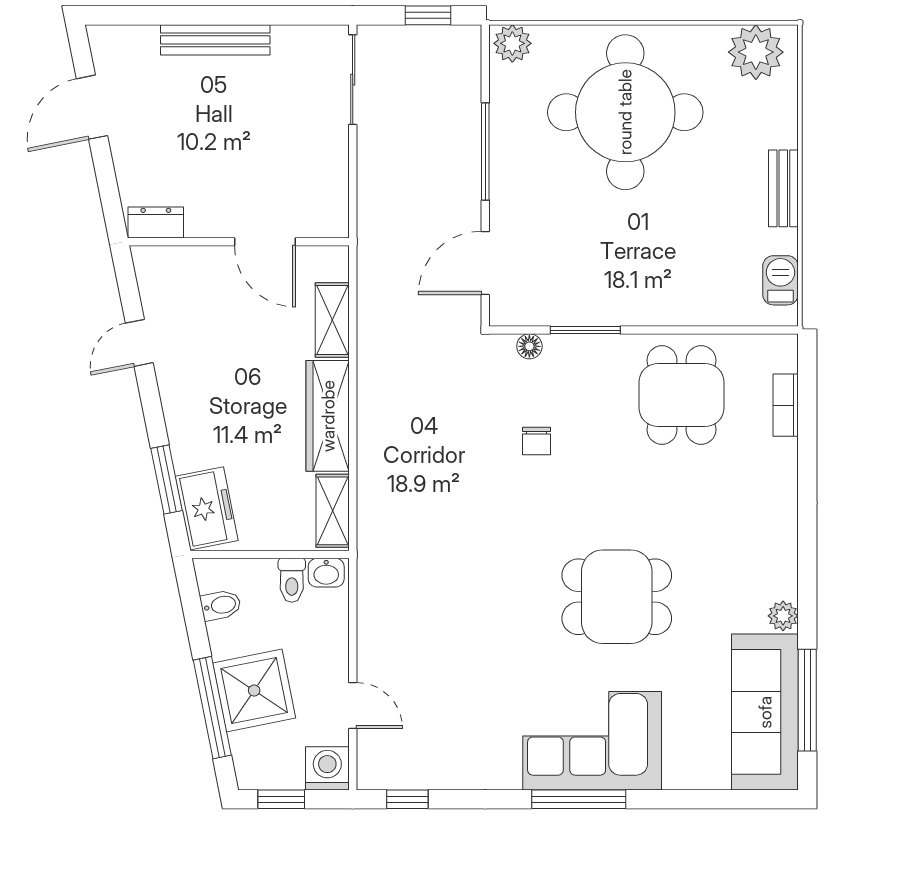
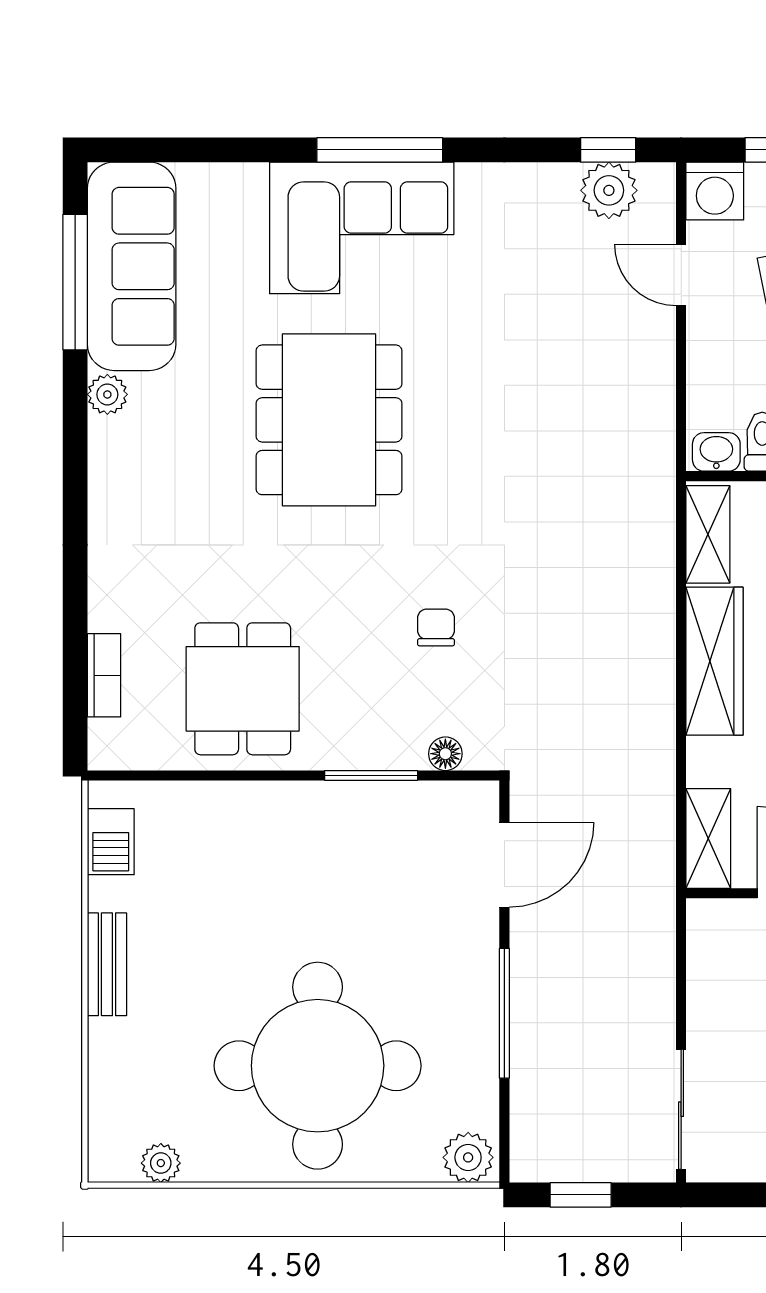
plant: (756, 52) -> (161, 1163), width x0.53, depth x0.53
shelving: (332, 320) -> (708, 838), moved
dining table: (617, 597) -> (329, 420), width x1.37
plant: (407, 769) -> (609, 190), added

